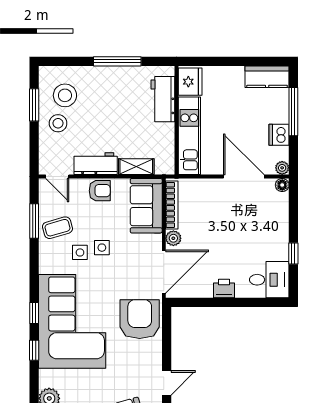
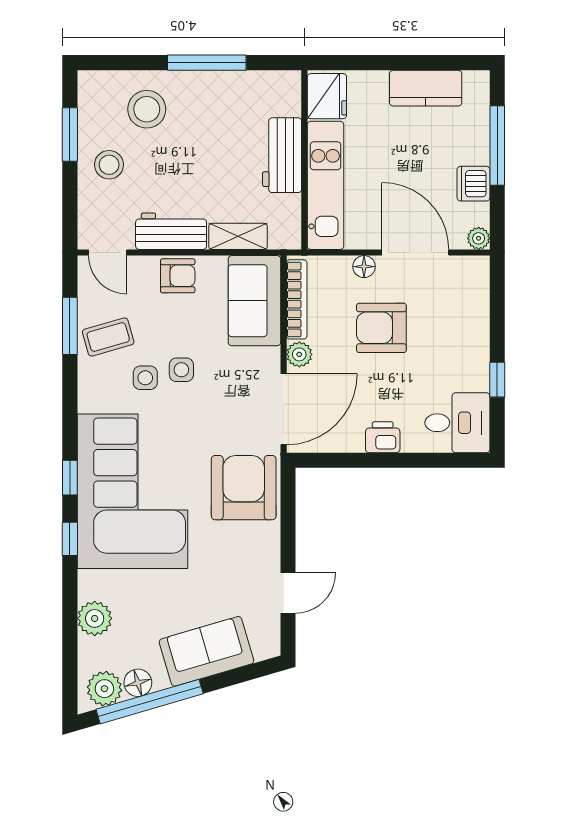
kitchen counter: (267, 77) -> (426, 88), moved
stool: (65, 95) -> (147, 109), moved
workbench: (163, 99) -> (282, 155), moved
floor lamp: (282, 185) -> (364, 267), moved
armchair: (223, 222) -> (381, 328), added

